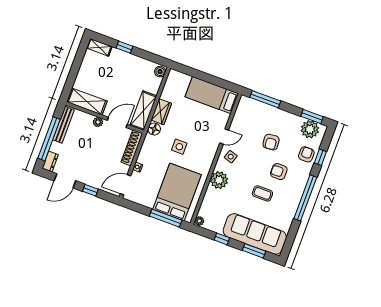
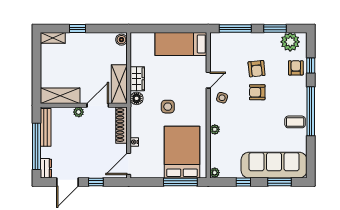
window: (312, 116) -> (275, 28), moved
armchair: (279, 172) -> (257, 92), moved
plant: (219, 180) -> (215, 129), width x0.53, depth x0.53
coffee table: (262, 193) -> (295, 122), moved

